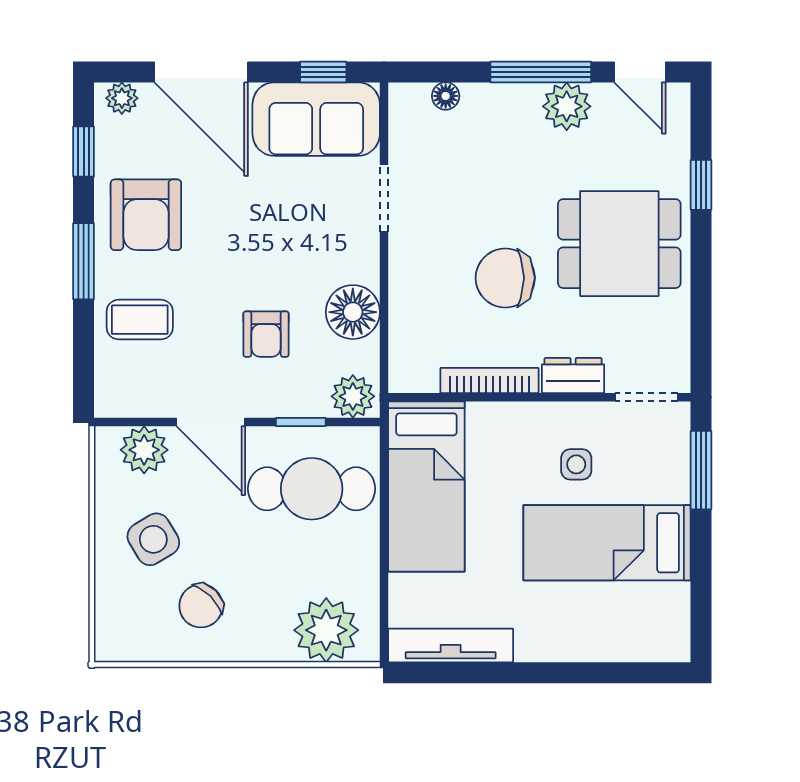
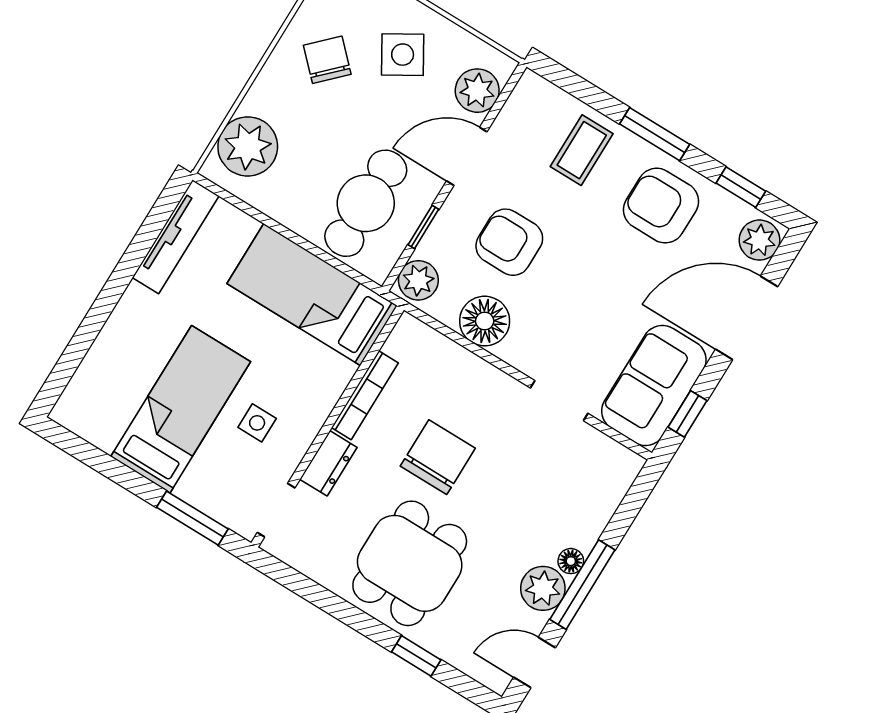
floor lamp: (446, 96) -> (571, 561), moved
plant: (122, 98) -> (759, 240), width x1.38, depth x1.38
armchair: (266, 334) -> (509, 242), width x1.38, depth x1.38

